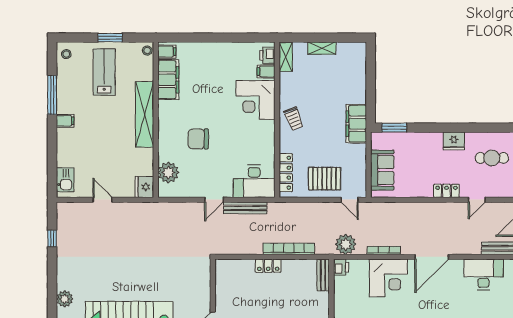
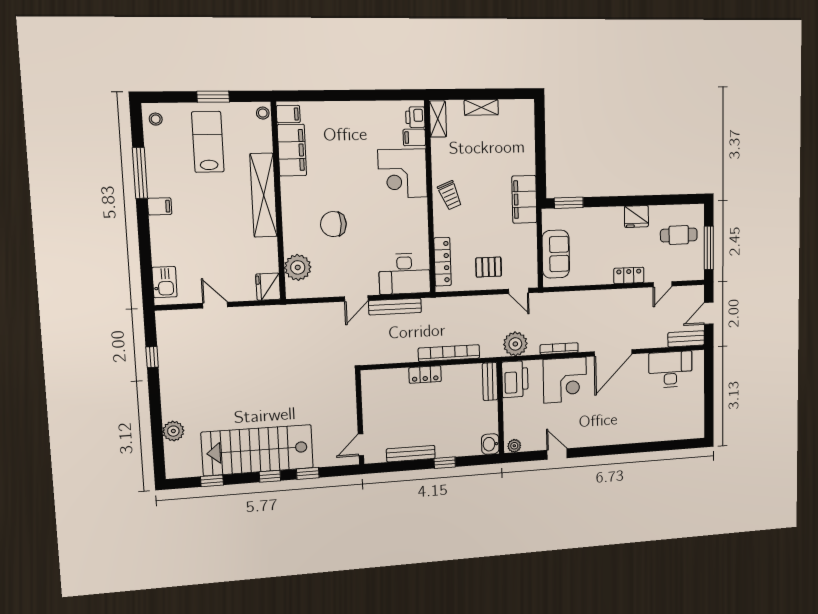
pallet: (324, 179) -> (489, 267), width x0.67, depth x0.71
printer: (341, 267) -> (515, 379), width x1.87, depth x1.48

